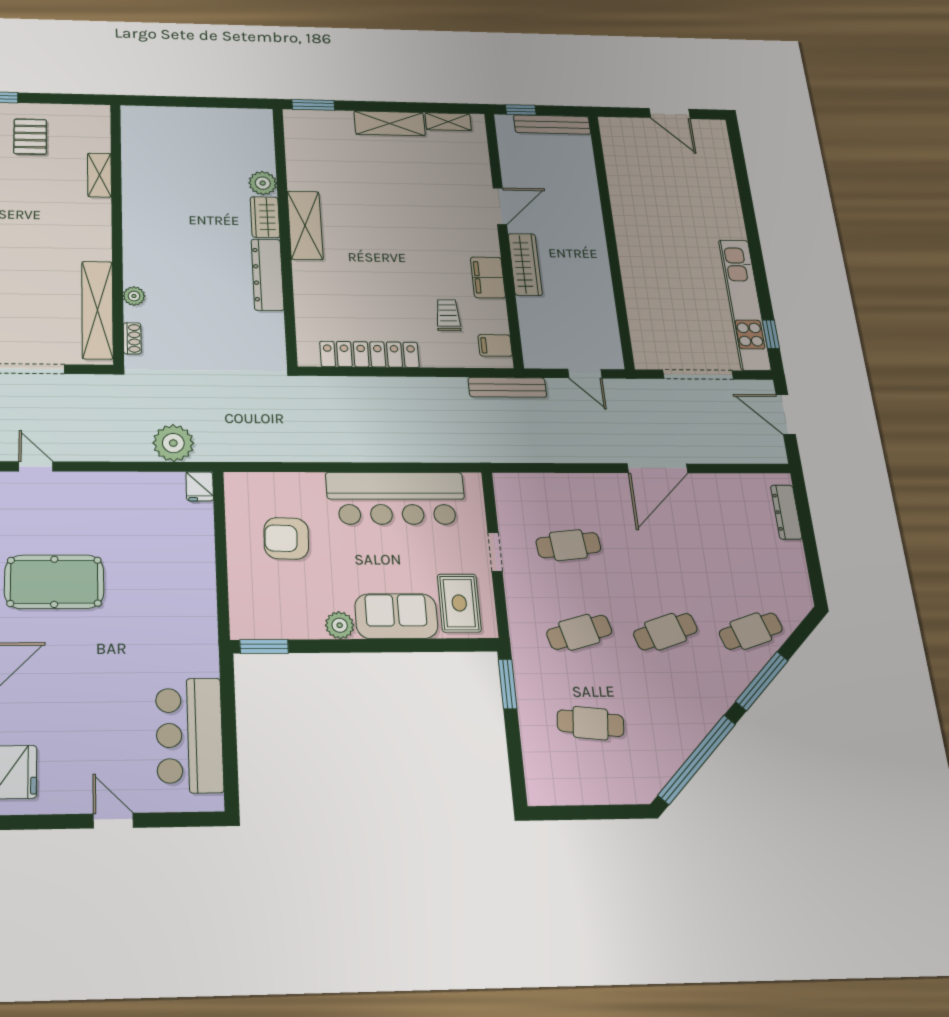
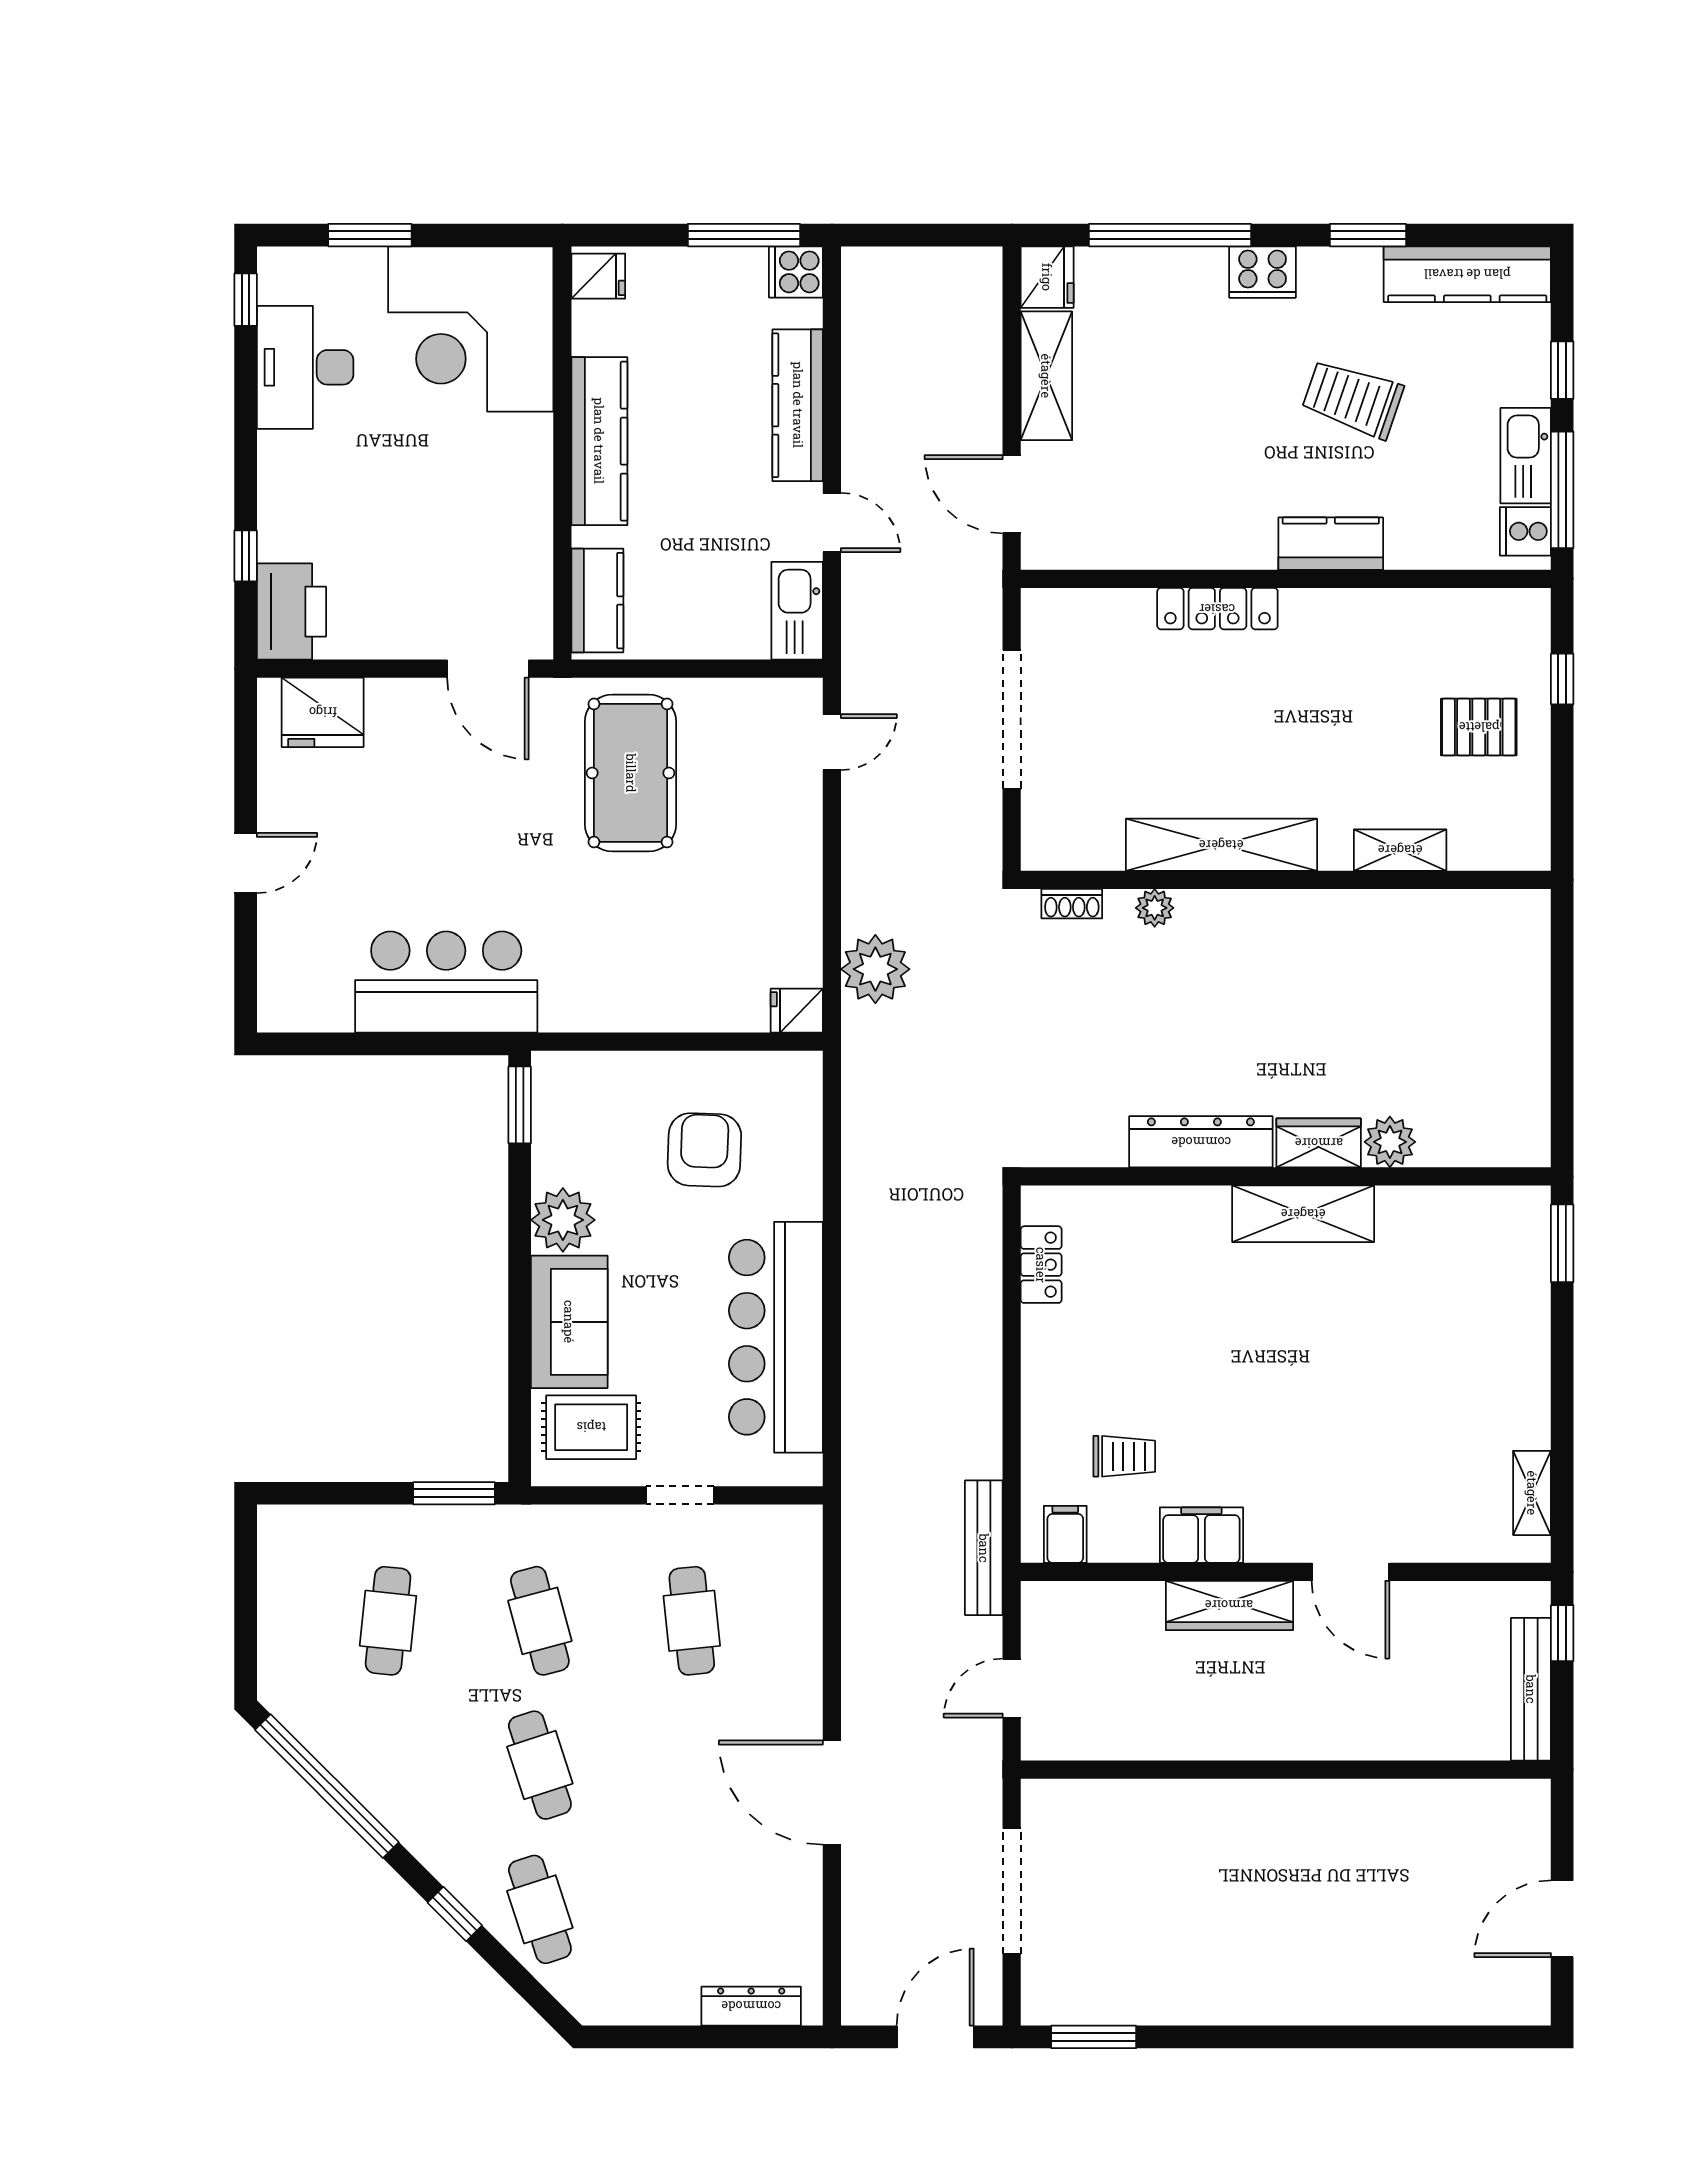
shelving: (390, 123) -> (1525, 1383), removed
kitchen unit: (745, 304) -> (1154, 1998), removed
shelving: (97, 310) -> (1221, 845), moved
window: (771, 334) -> (1094, 2037), width x1.50
locker: (369, 354) -> (1041, 1265), width x0.46, depth x0.83
plant: (340, 625) -> (563, 1220), width x1.36, depth x1.36
window: (762, 681) -> (455, 1914), width x0.46
bar counter: (189, 735) -> (446, 982), moved

